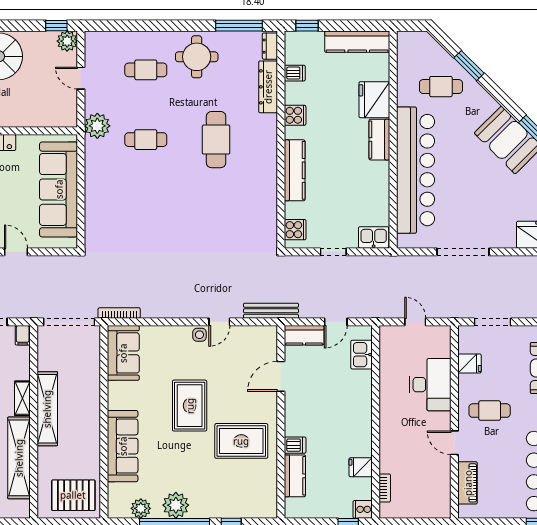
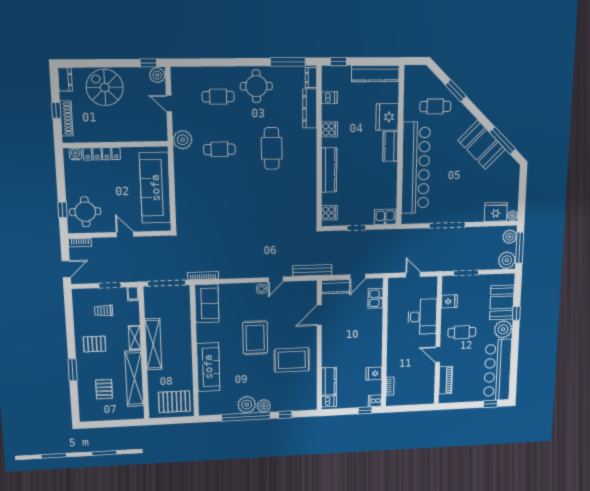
dishwasher: (295, 445) -> (329, 401), moved
plant: (141, 508) -> (264, 406), moved

